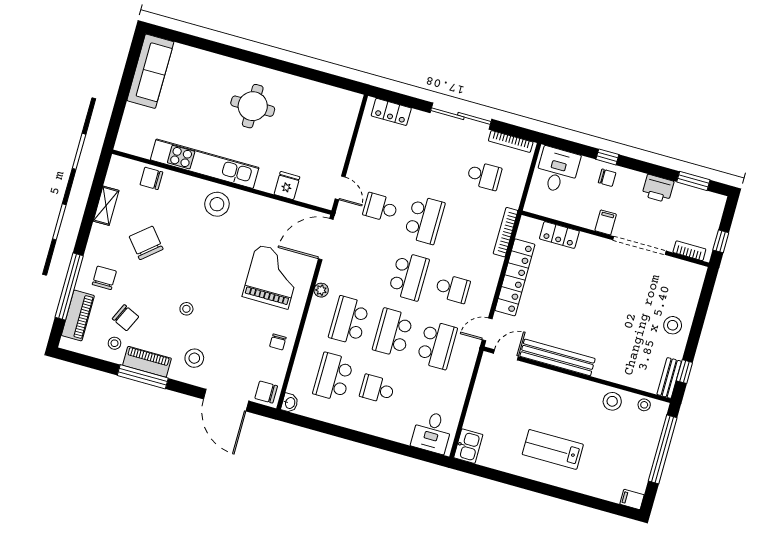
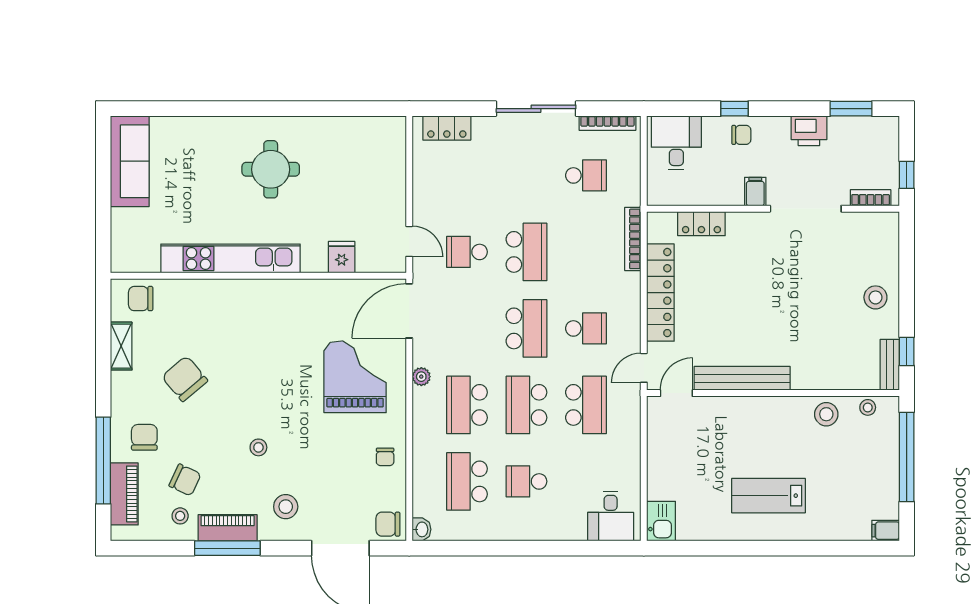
chair: (151, 178) -> (141, 299), moved
stool: (217, 204) -> (260, 305), removed

